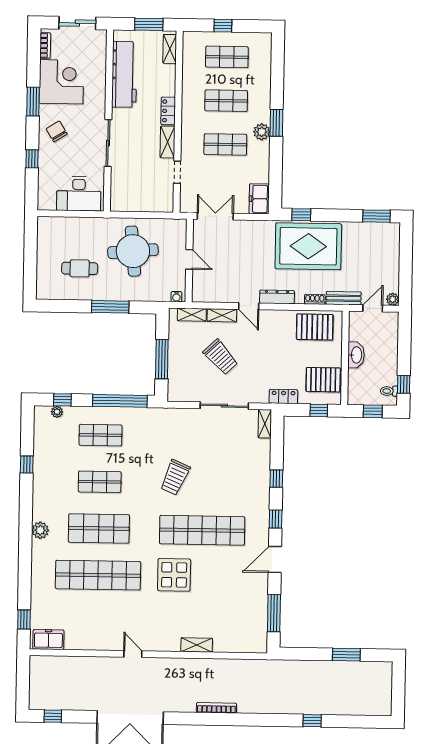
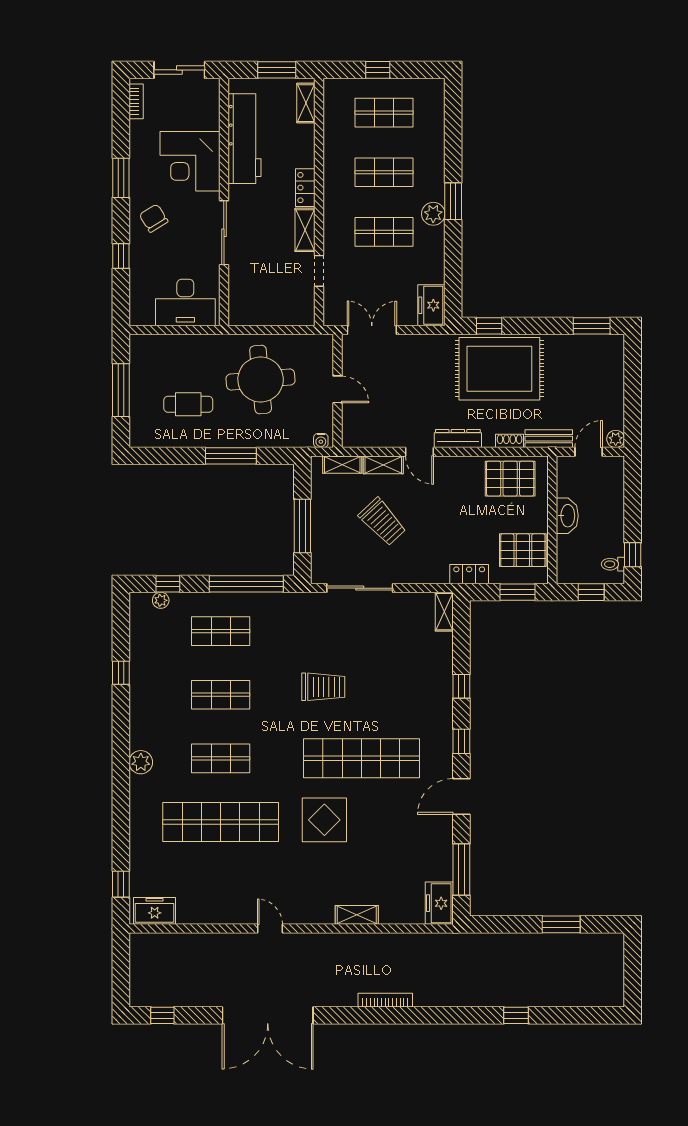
corner desk: (61, 82) -> (190, 161), moved, turned 180
window: (30, 257) -> (121, 390), added
sliding door: (224, 406) -> (360, 588), moved
window: (319, 410) -> (517, 592), width x1.50
trolley: (175, 477) -> (323, 687), turned -113
shop shelf: (99, 528) -> (221, 758), width x0.70, depth x0.74
freezer: (257, 637) -> (439, 903), added

